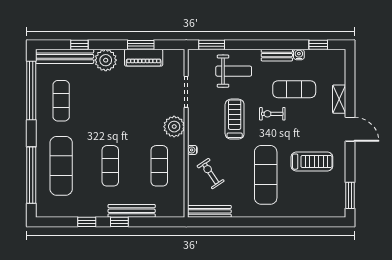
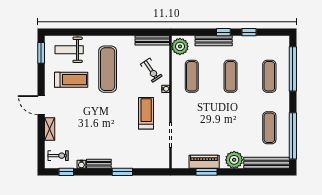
window: (79, 45) -> (255, 172), removed
window: (212, 45) -> (122, 172), moved
weight bench: (234, 71) -> (69, 50), moved
exercise mat: (294, 89) -> (85, 137), removed
exercise bike: (272, 114) -> (58, 156), moved
treadmill: (235, 119) -> (146, 113), moved, turned 180
plant: (174, 127) -> (180, 46), moved
treadmill: (312, 162) -> (71, 80), turned 180
exercise mat: (61, 166) -> (269, 76), width x0.73, depth x0.69

